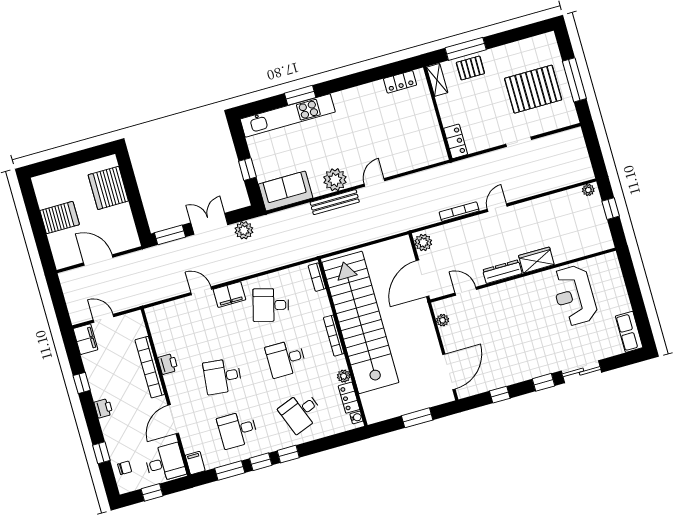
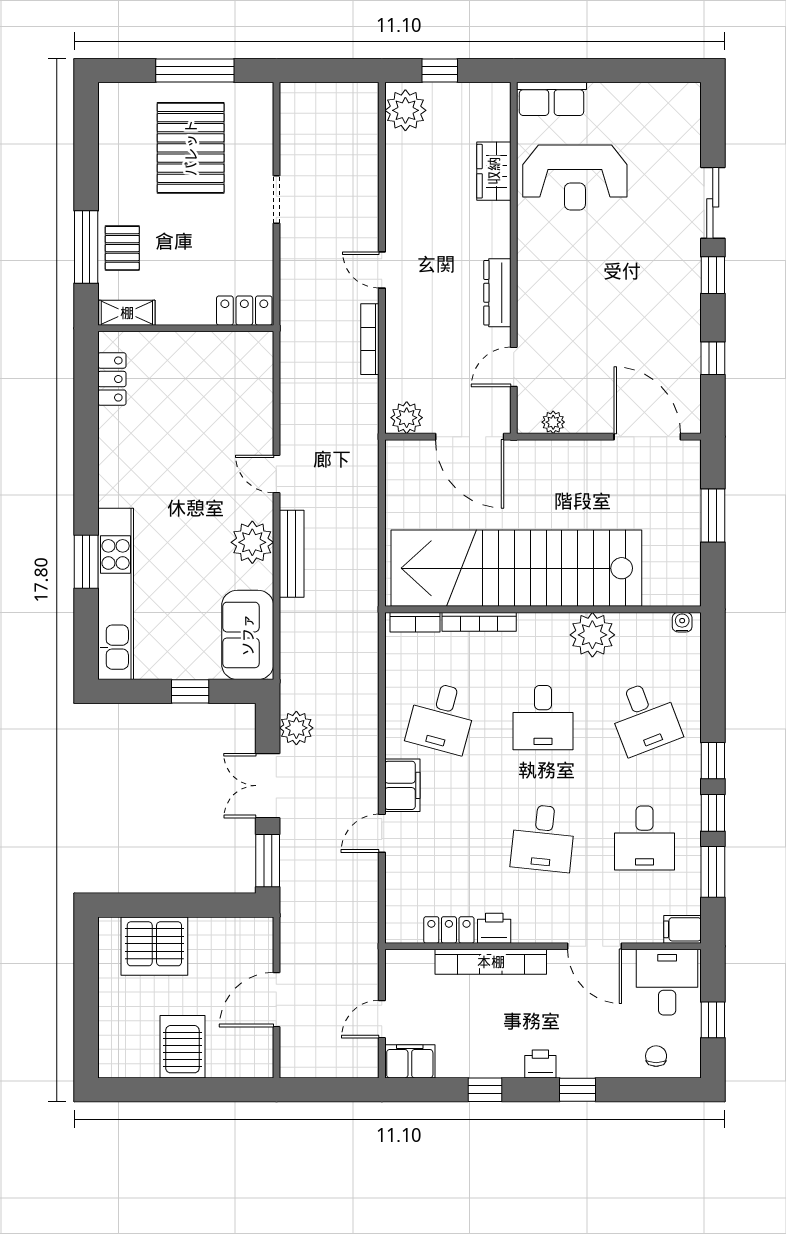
plant: (588, 190) -> (405, 110), width x1.88, depth x1.88
wardrobe: (536, 260) -> (494, 171), moved
row of seats: (629, 332) -> (551, 99), moved
bookcase: (334, 336) -> (479, 622), moved
plant: (344, 376) -> (592, 635), width x1.87, depth x1.87
locker: (349, 398) -> (449, 930), moved, turned 180
window: (101, 453) -> (578, 1090), moved

